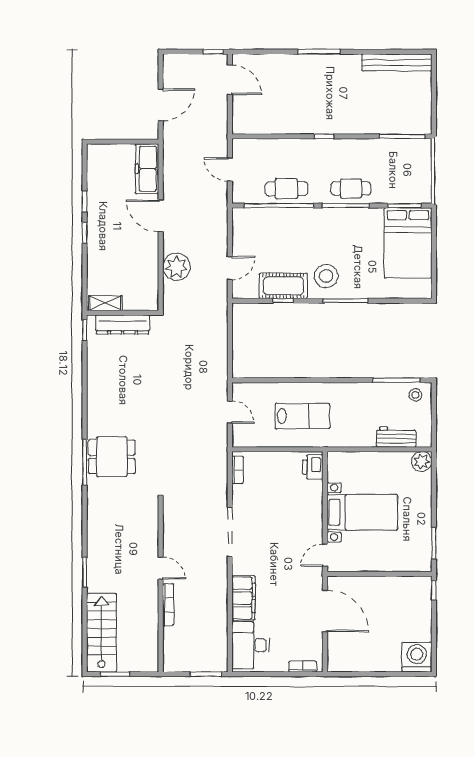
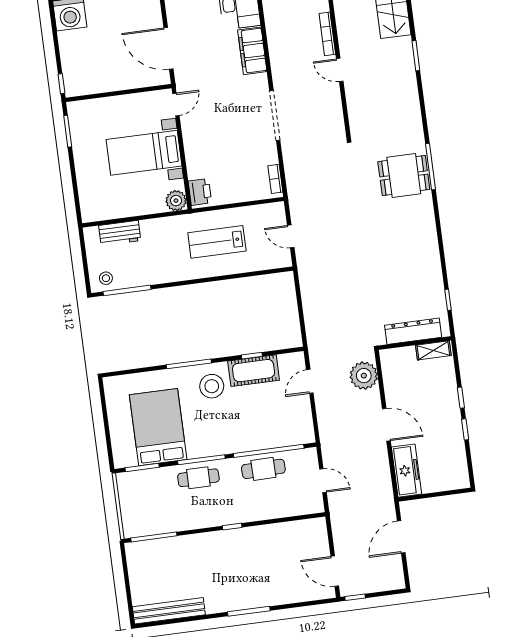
bed: (408, 243) -> (158, 427), moved
shelving: (105, 303) -> (433, 350), moved
wall: (123, 313) -> (415, 343), moved
dresser: (123, 325) -> (413, 331), moved
plant: (422, 462) -> (176, 201), moved

